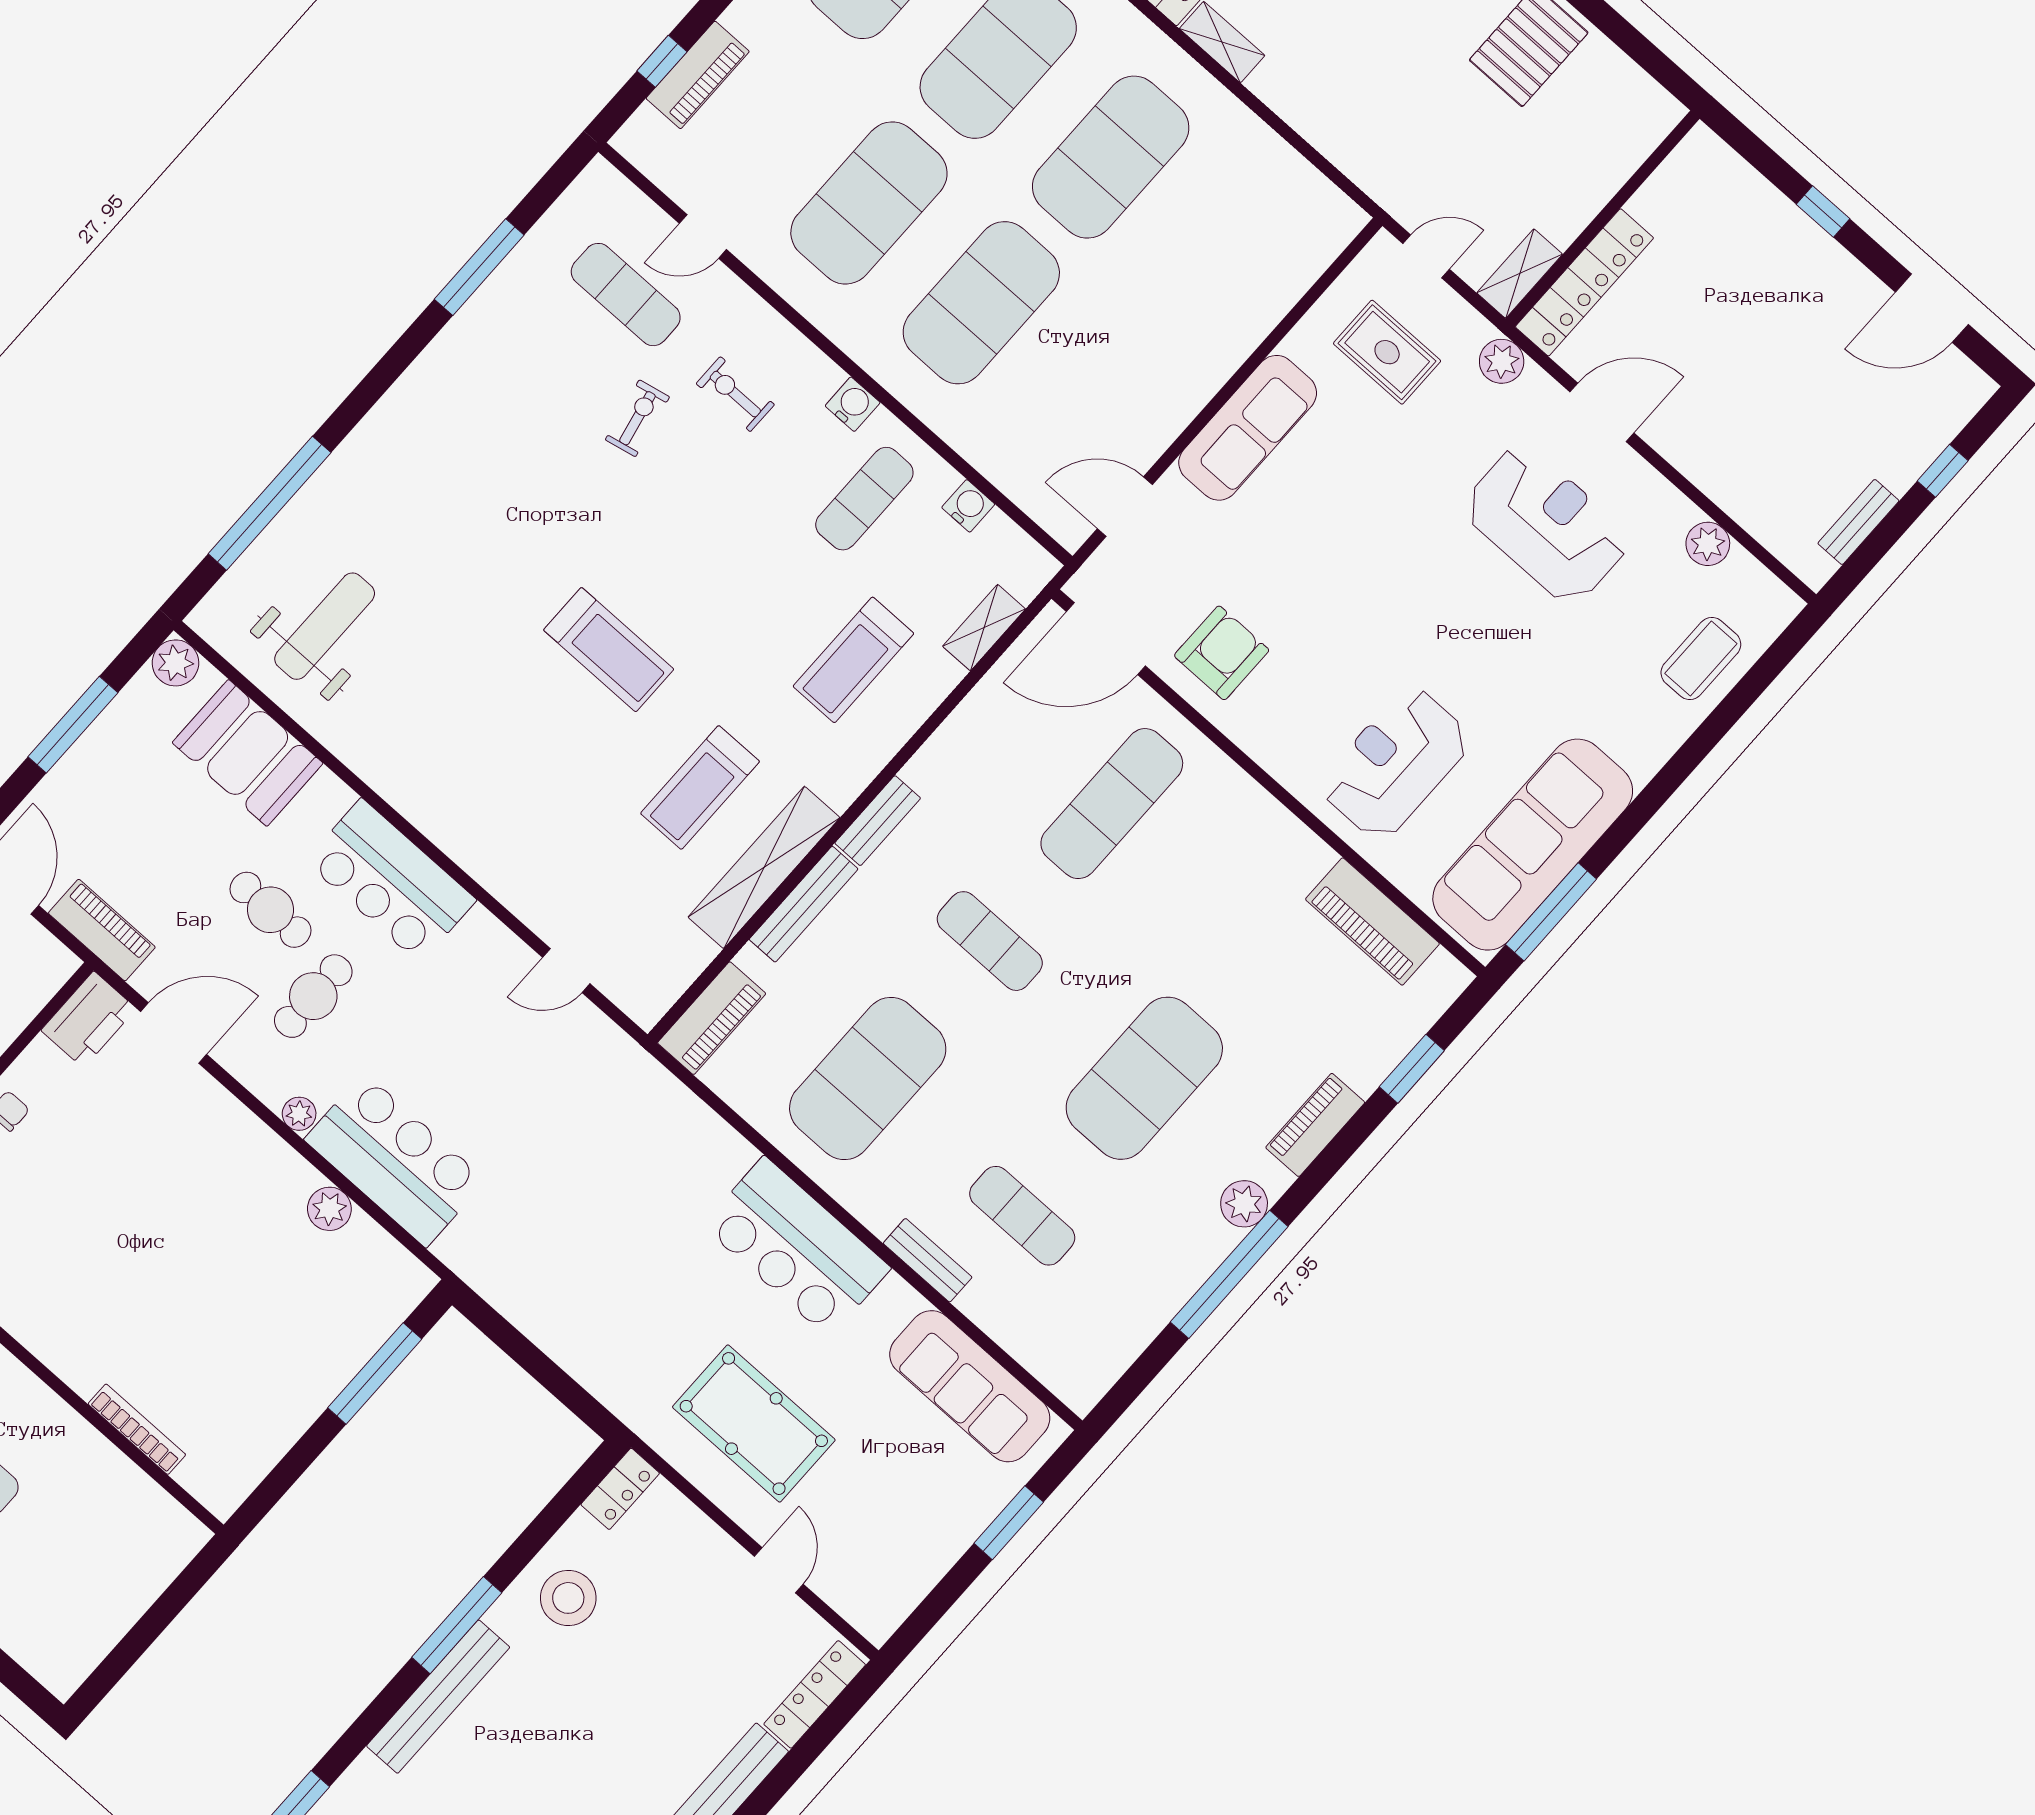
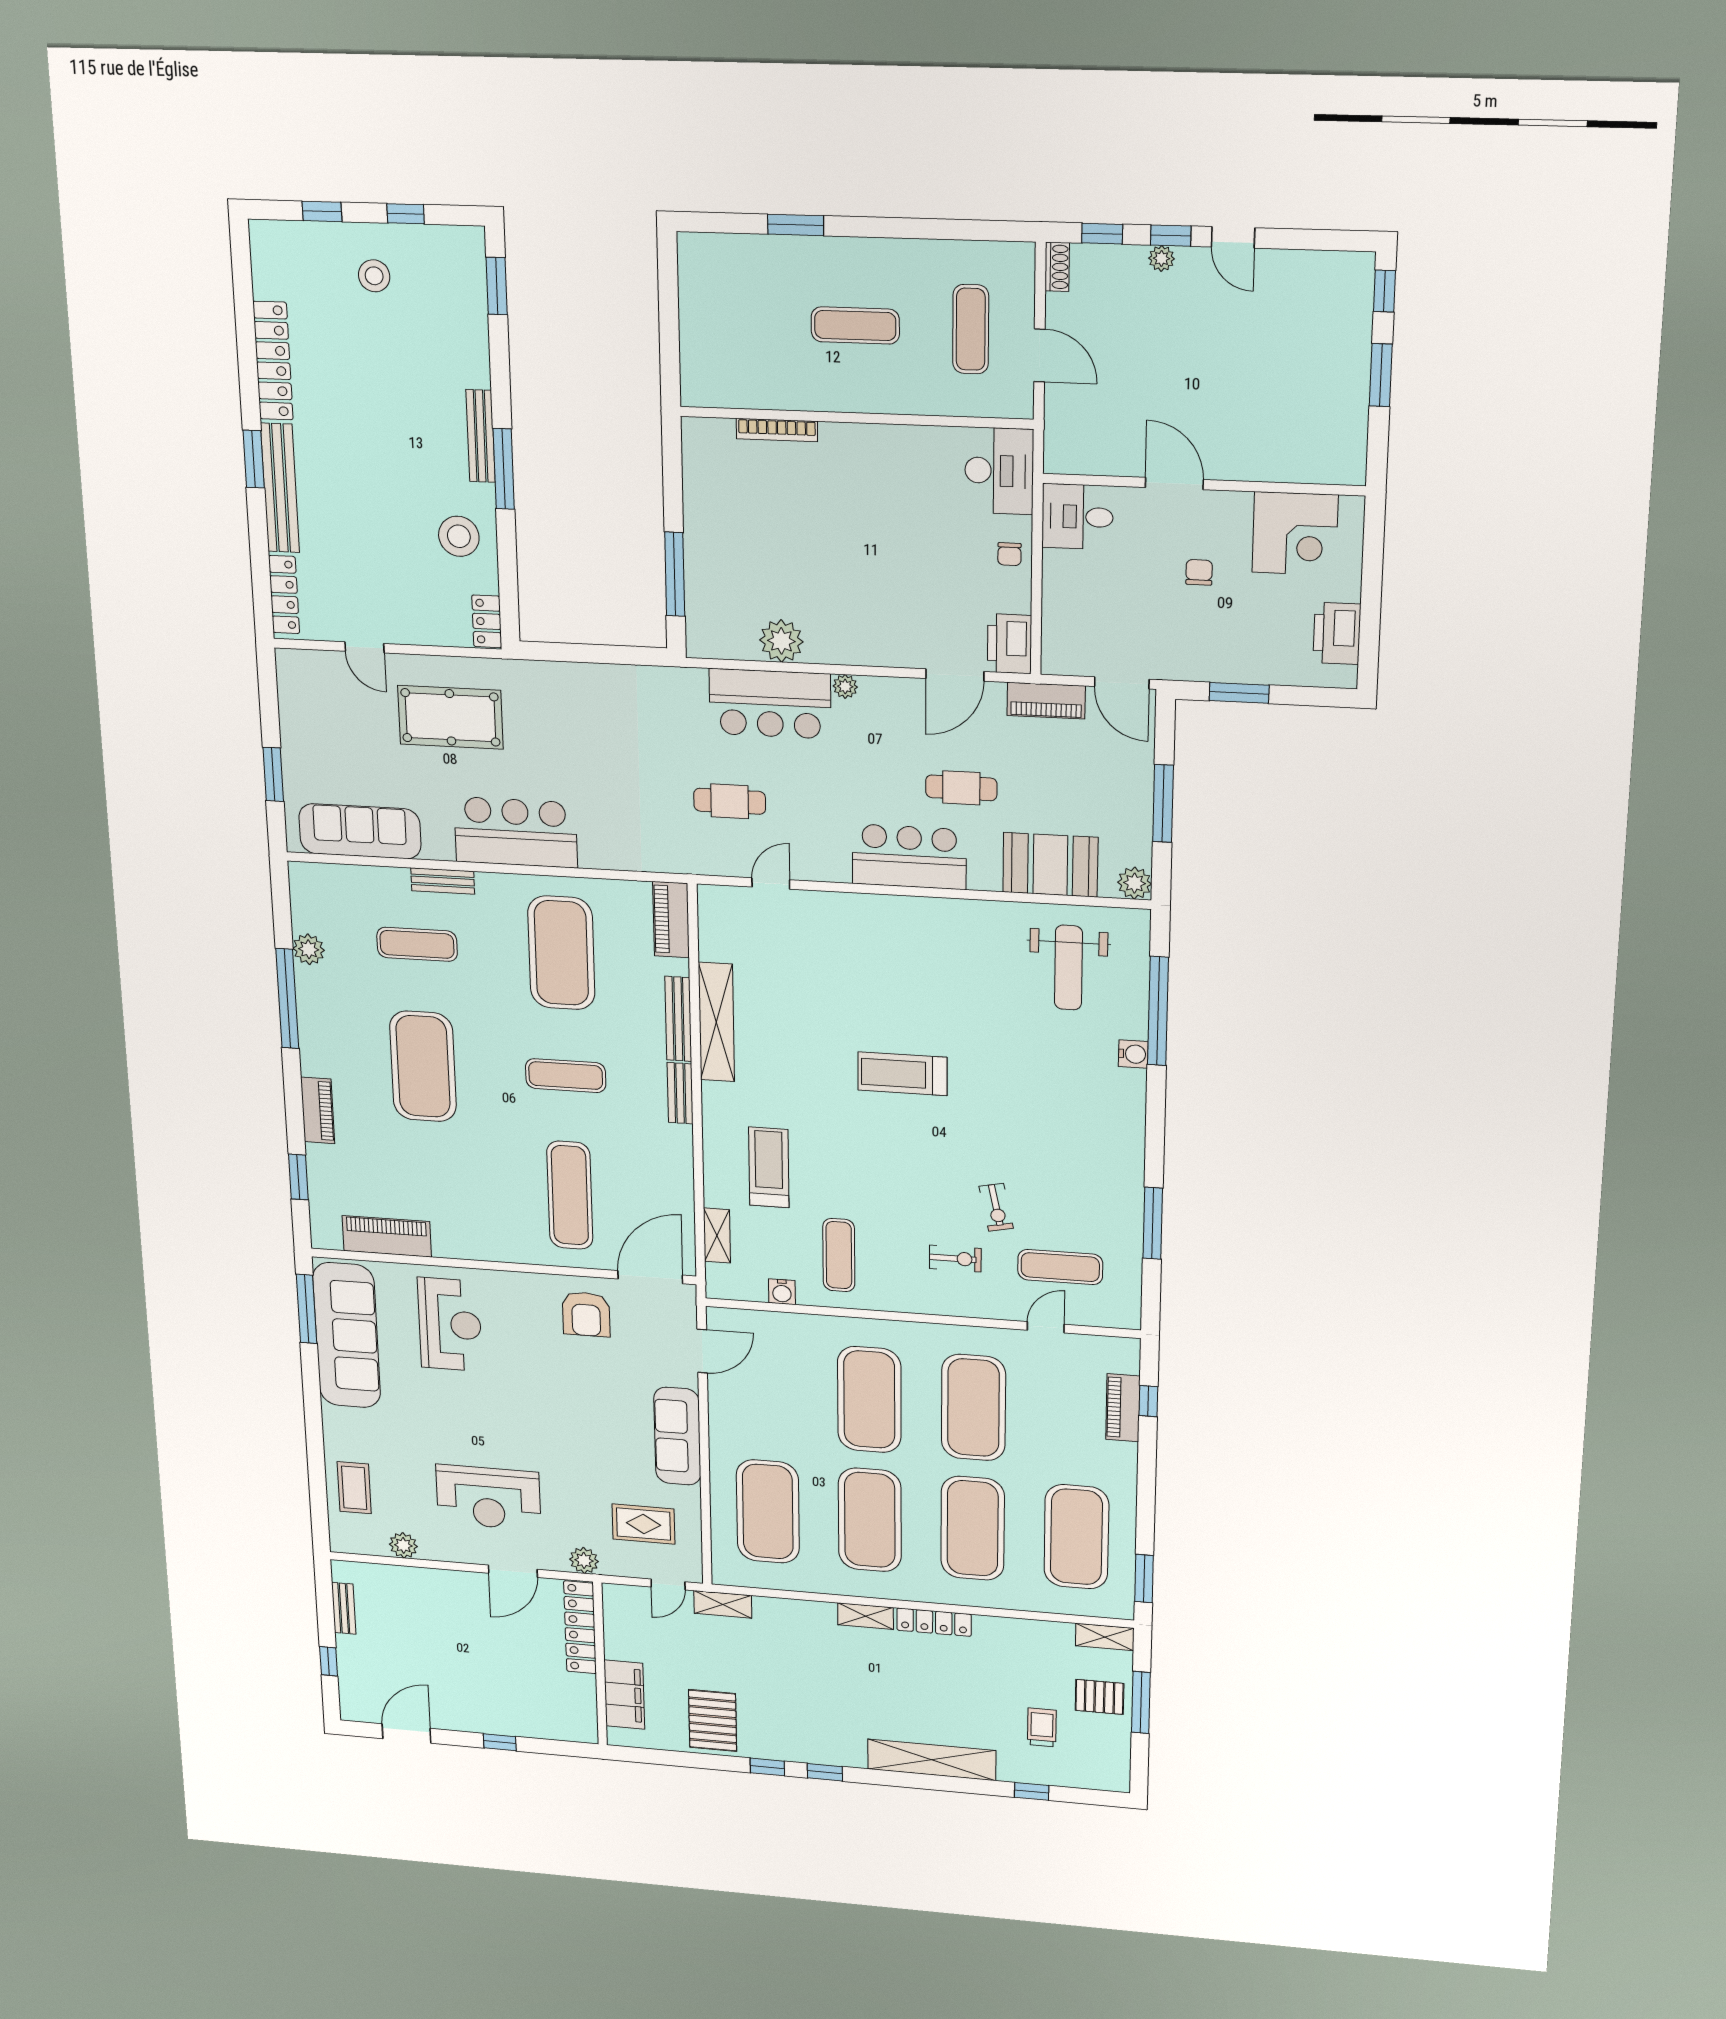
filing cabinet: (1608, 158) -> (624, 1695), added
exercise mat: (1223, 257) -> (768, 1512), added
shelving: (1520, 274) -> (723, 1604), moved, turned 90
water cooler: (853, 404) -> (1133, 1054), moved, turned -90
treadmill: (700, 787) -> (788, 1038), removed
cafe table: (313, 996) -> (730, 801), moved, turned 90
plant: (1244, 1204) -> (309, 949), moved
plant: (329, 1209) -> (781, 641), width x1.36, depth x1.36
bench: (438, 1697) -> (481, 436), width x0.73, depth x0.82

